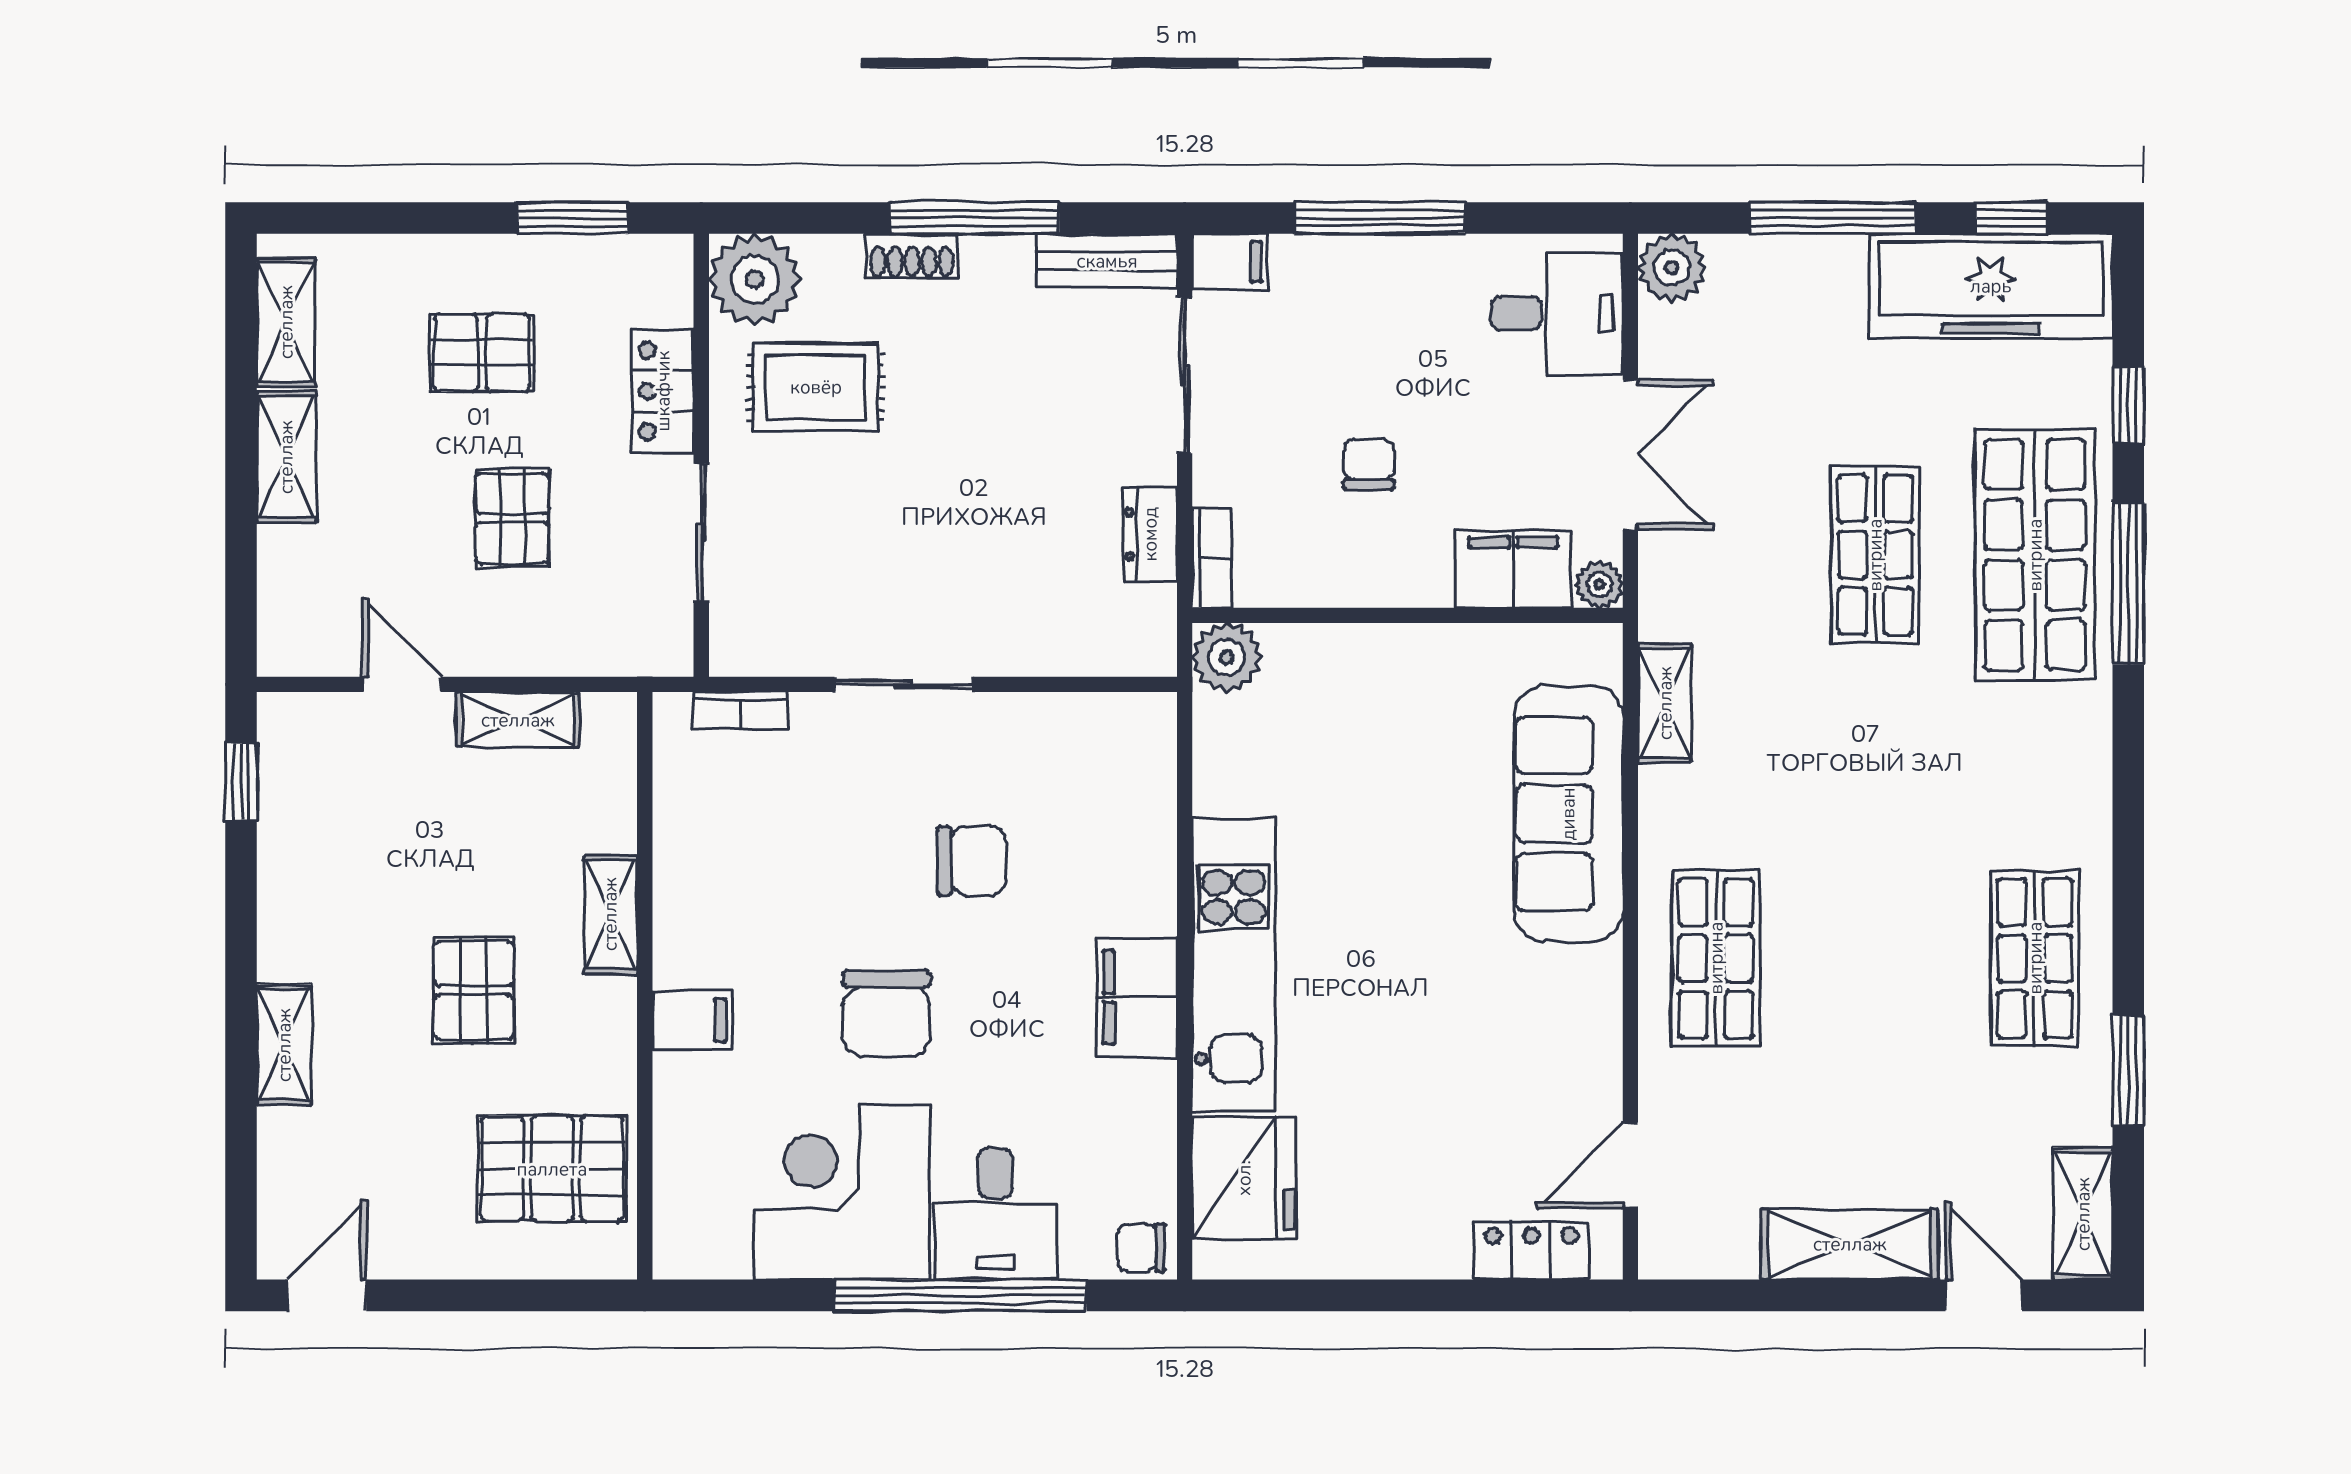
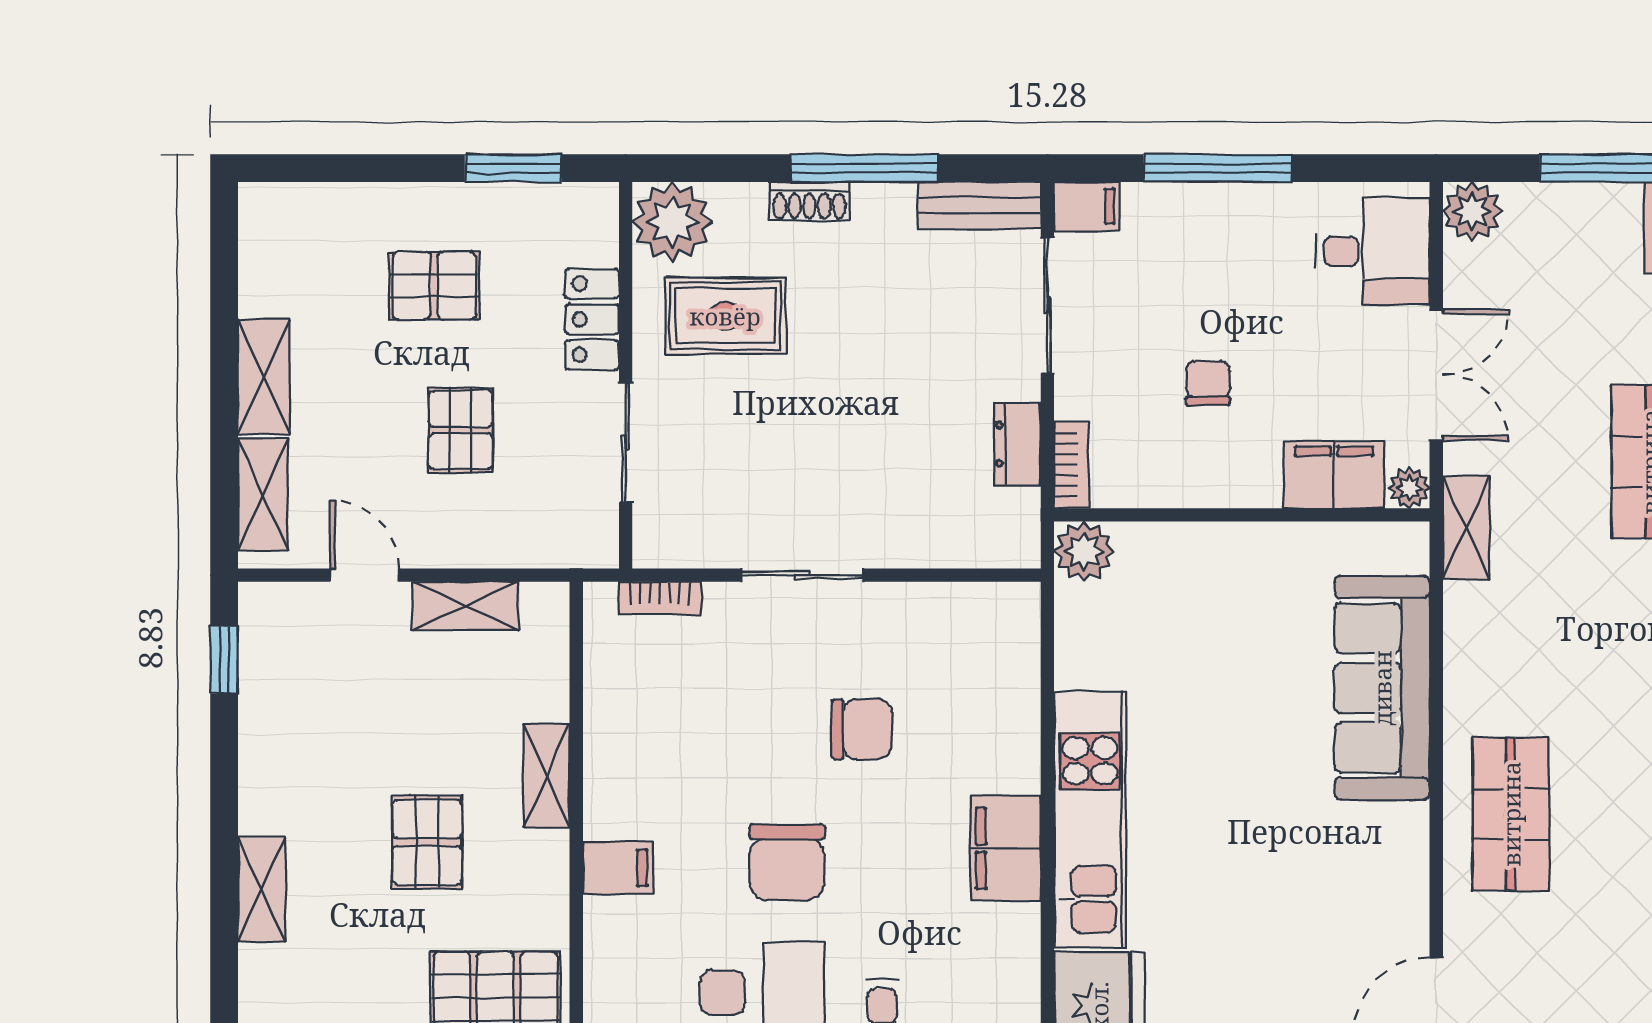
shelving: (286, 322) -> (263, 494), moved
shelving: (1665, 703) -> (1466, 528), moved

